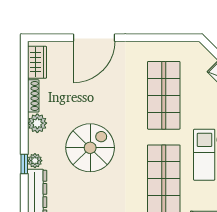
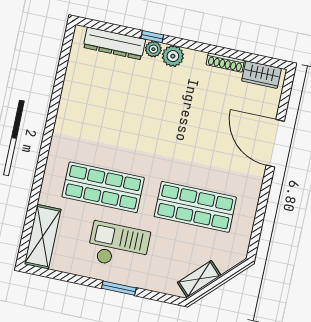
plant: (37, 123) -> (173, 56), moved
spiral stairs: (90, 148) -> (155, 113), removed

